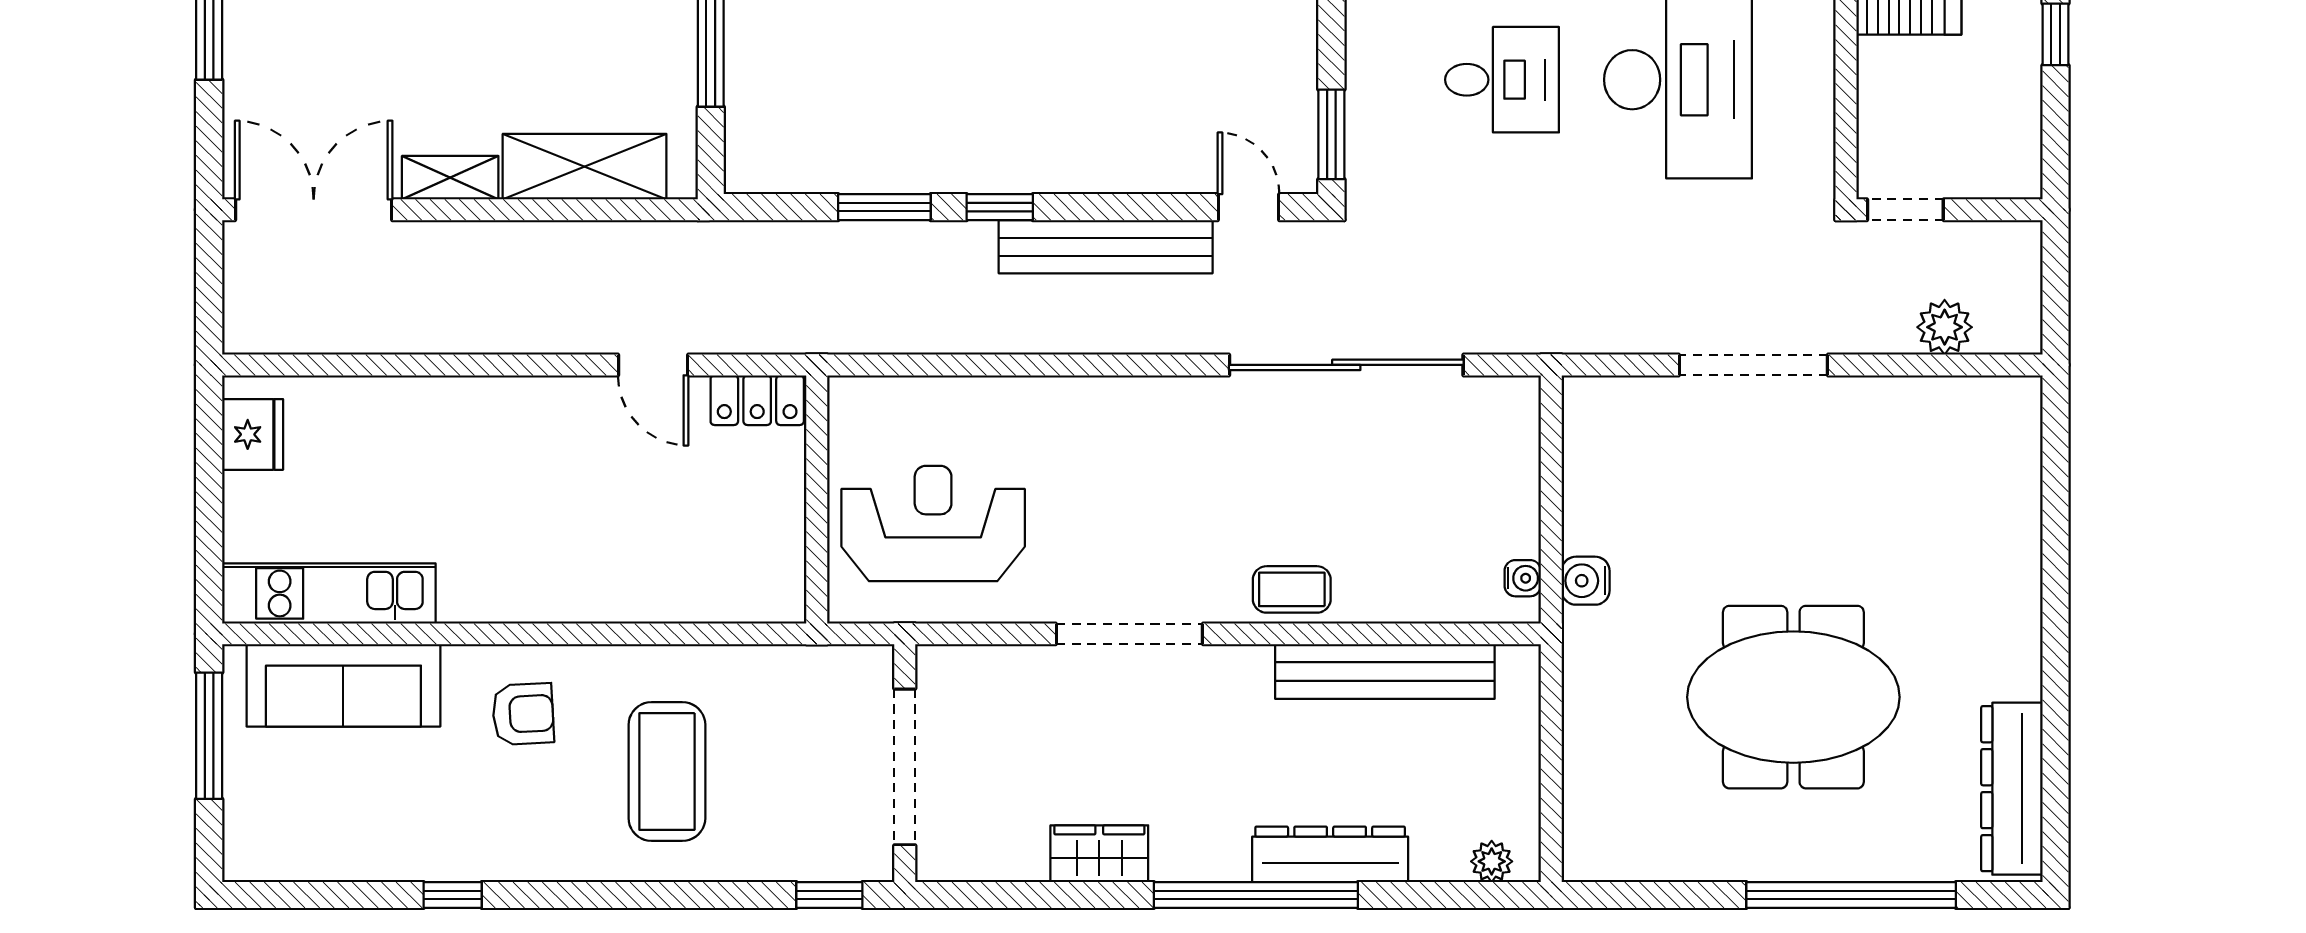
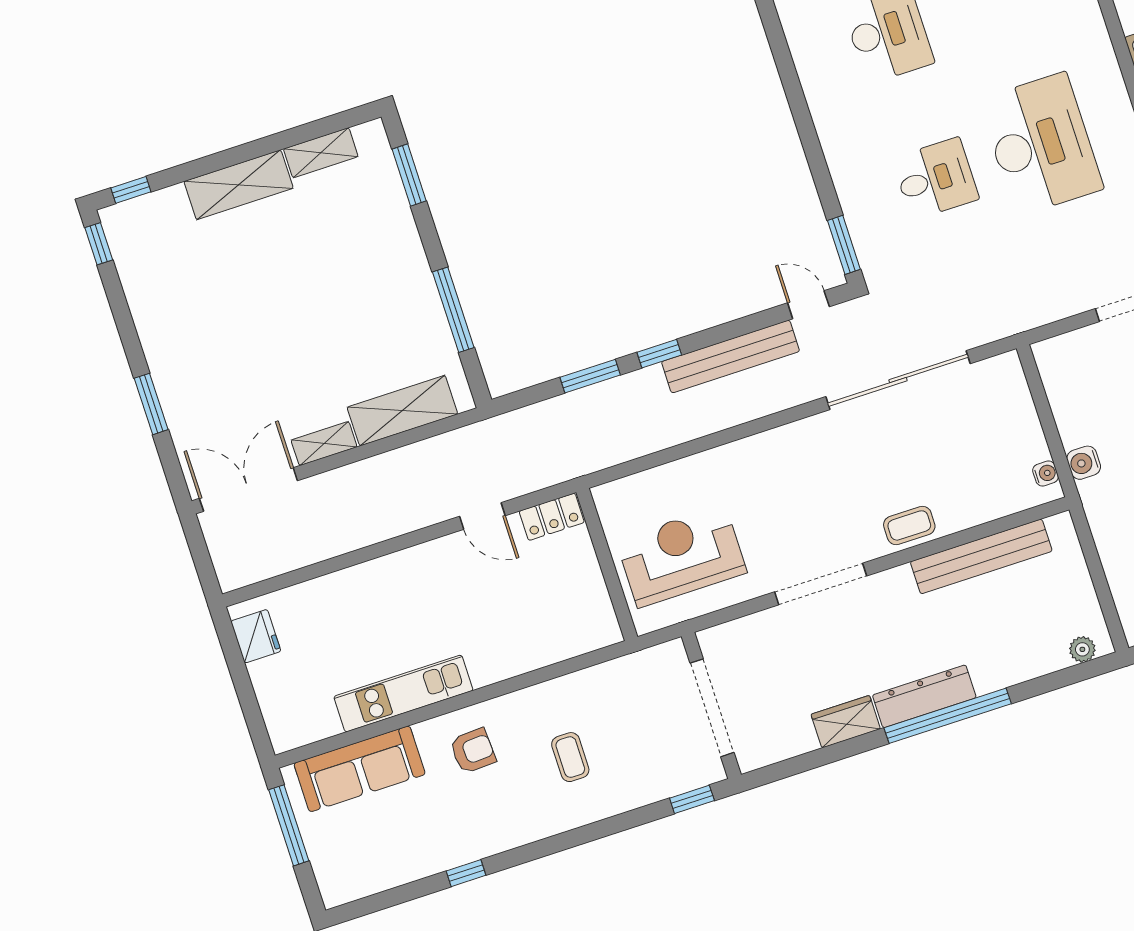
kitchen unit: (329, 593) -> (403, 693), moved
coffee table: (667, 771) -> (570, 757), width x0.54, depth x0.58
dresser: (1330, 854) -> (924, 696), moved

